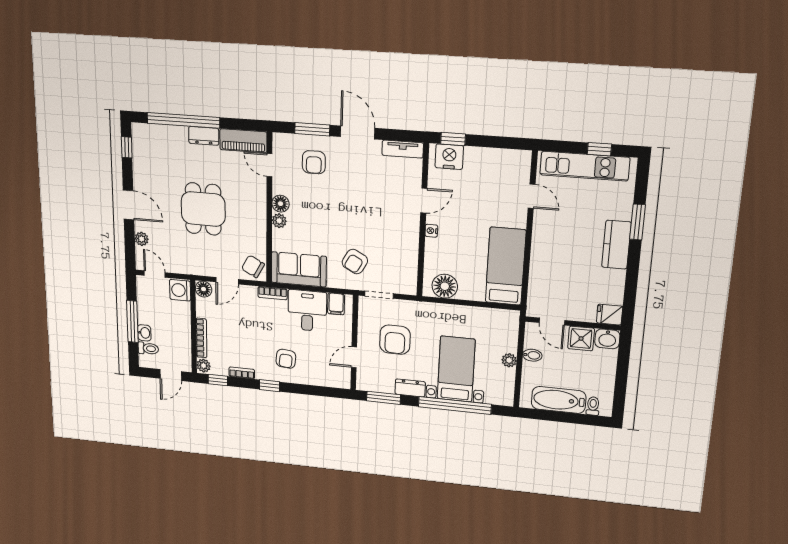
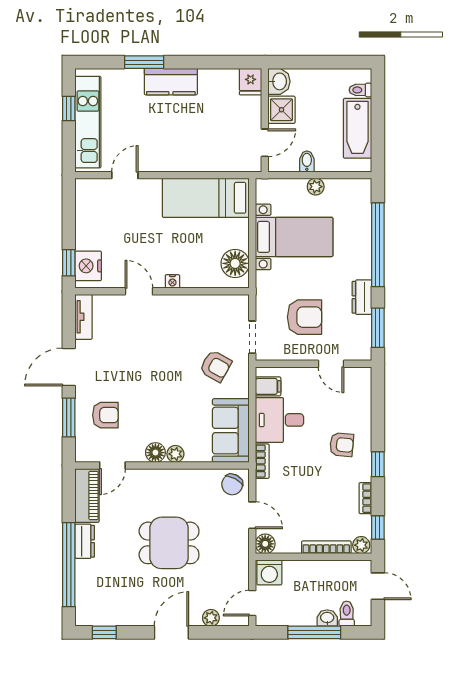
bed with nightstands: (456, 369) -> (294, 237), moved, turned 180

